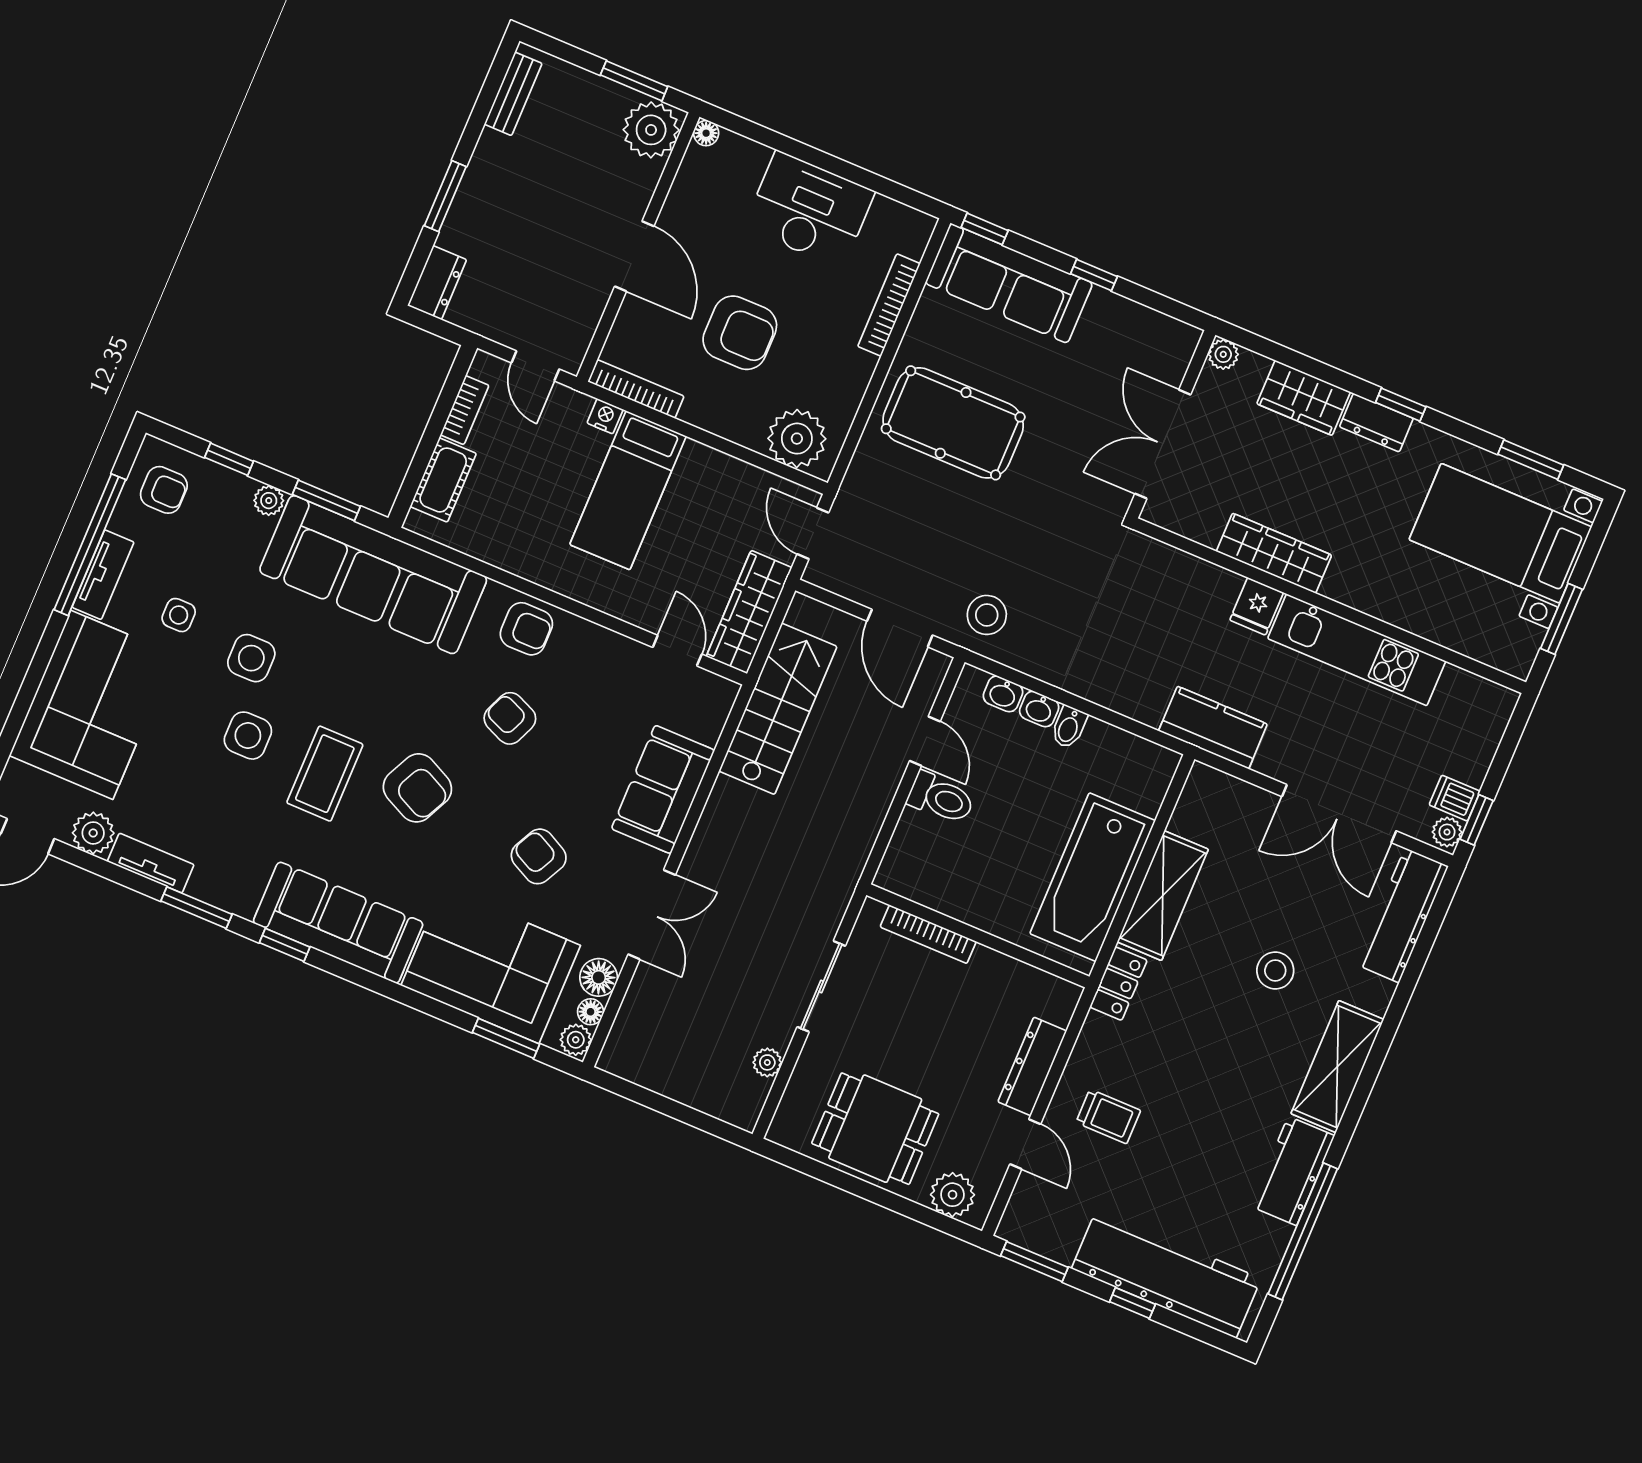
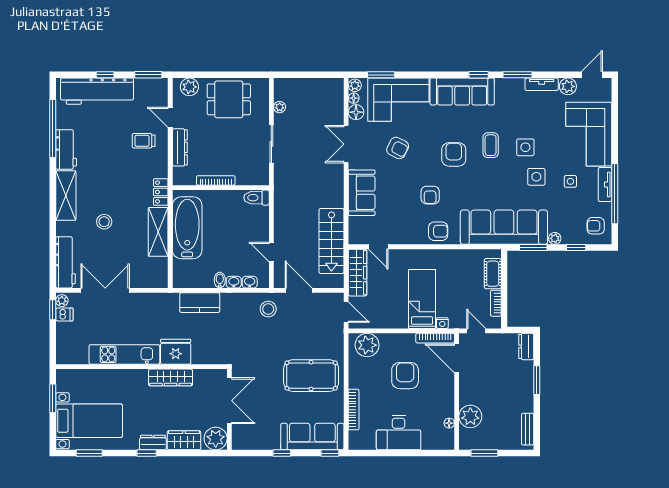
plant: (651, 130) -> (470, 416), moved
floor lamp: (706, 133) -> (449, 423), moved
door: (634, 256) -> (457, 358), moved
armchair: (740, 333) -> (405, 376), turned 90
plant: (1223, 354) -> (216, 439), width x1.88, depth x1.88
fridge: (1257, 606) -> (176, 352), width x1.88, depth x1.34
armchair: (526, 629) -> (438, 231), turned 180
armchair: (510, 718) -> (430, 195), turned 67
kitchen counter: (1213, 728) -> (200, 303), moved
coffee table: (325, 774) -> (491, 145), width x0.73, depth x0.77
armchair: (417, 788) -> (454, 154), turned 64
toilet: (941, 798) -> (256, 198), moved
bookcase: (928, 934) -> (216, 180), moved

